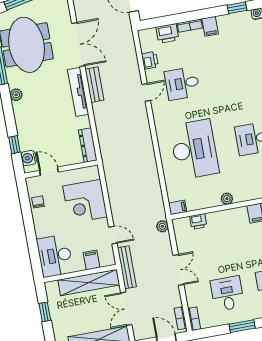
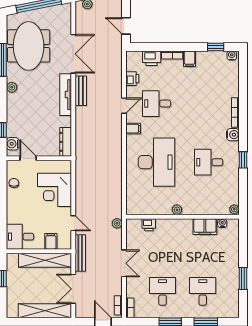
filing cabinet: (178, 207) -> (133, 129), moved
desk: (55, 256) -> (20, 237), width x0.73

